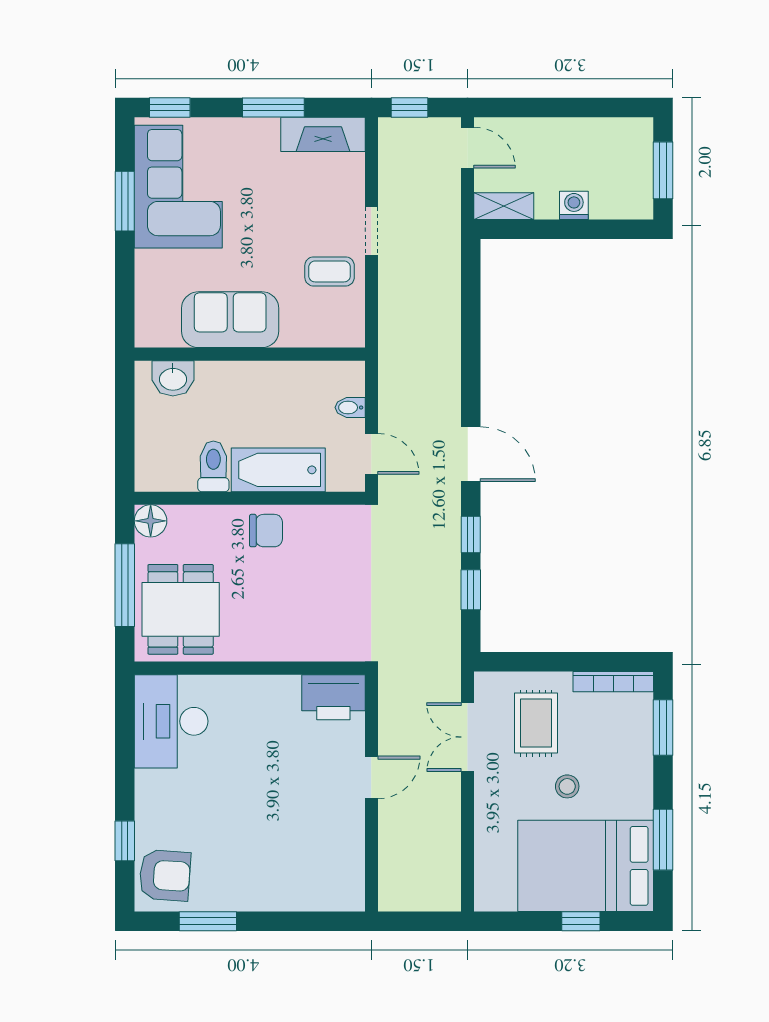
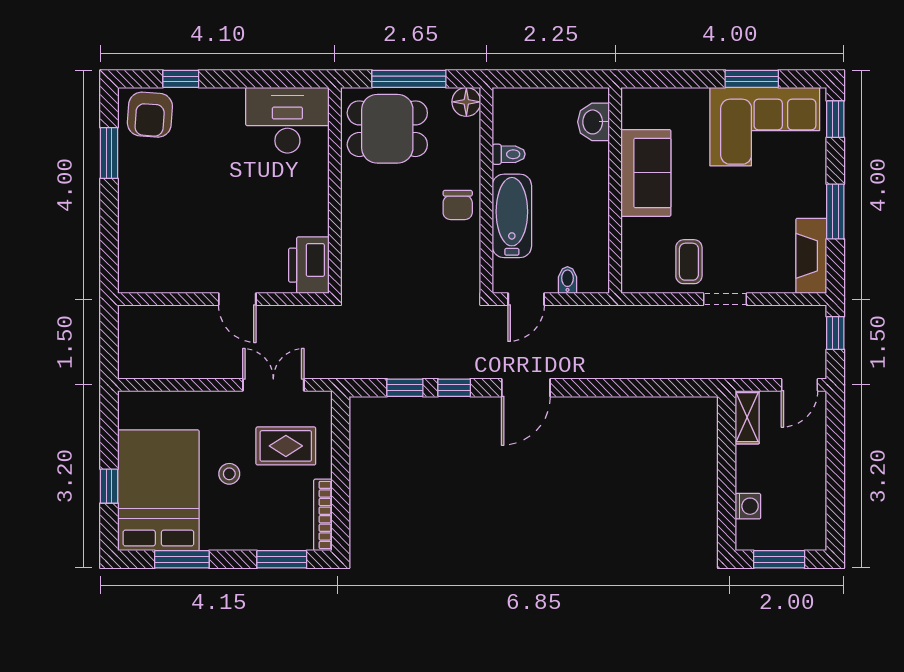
washing machine: (574, 205) -> (748, 506), moved
toilet: (213, 466) -> (509, 154), width x0.73, depth x0.72

